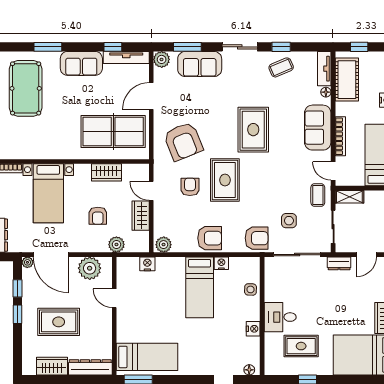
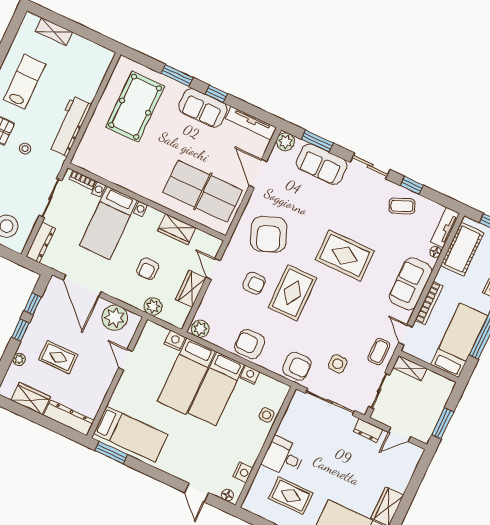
window: (113, 47) -> (216, 94), moved
door: (151, 96) -> (258, 173), hinge flipped
rug: (253, 130) -> (345, 255), turned 90
armchair: (190, 187) -> (254, 283), turned 90
armchair: (210, 238) -> (250, 344), turned 180
plant: (27, 262) -> (19, 359), moved
bed: (170, 288) -> (186, 376), added
rug: (59, 322) -> (58, 357), width x0.73, depth x0.70
nightstand: (253, 329) -> (243, 472), moved

